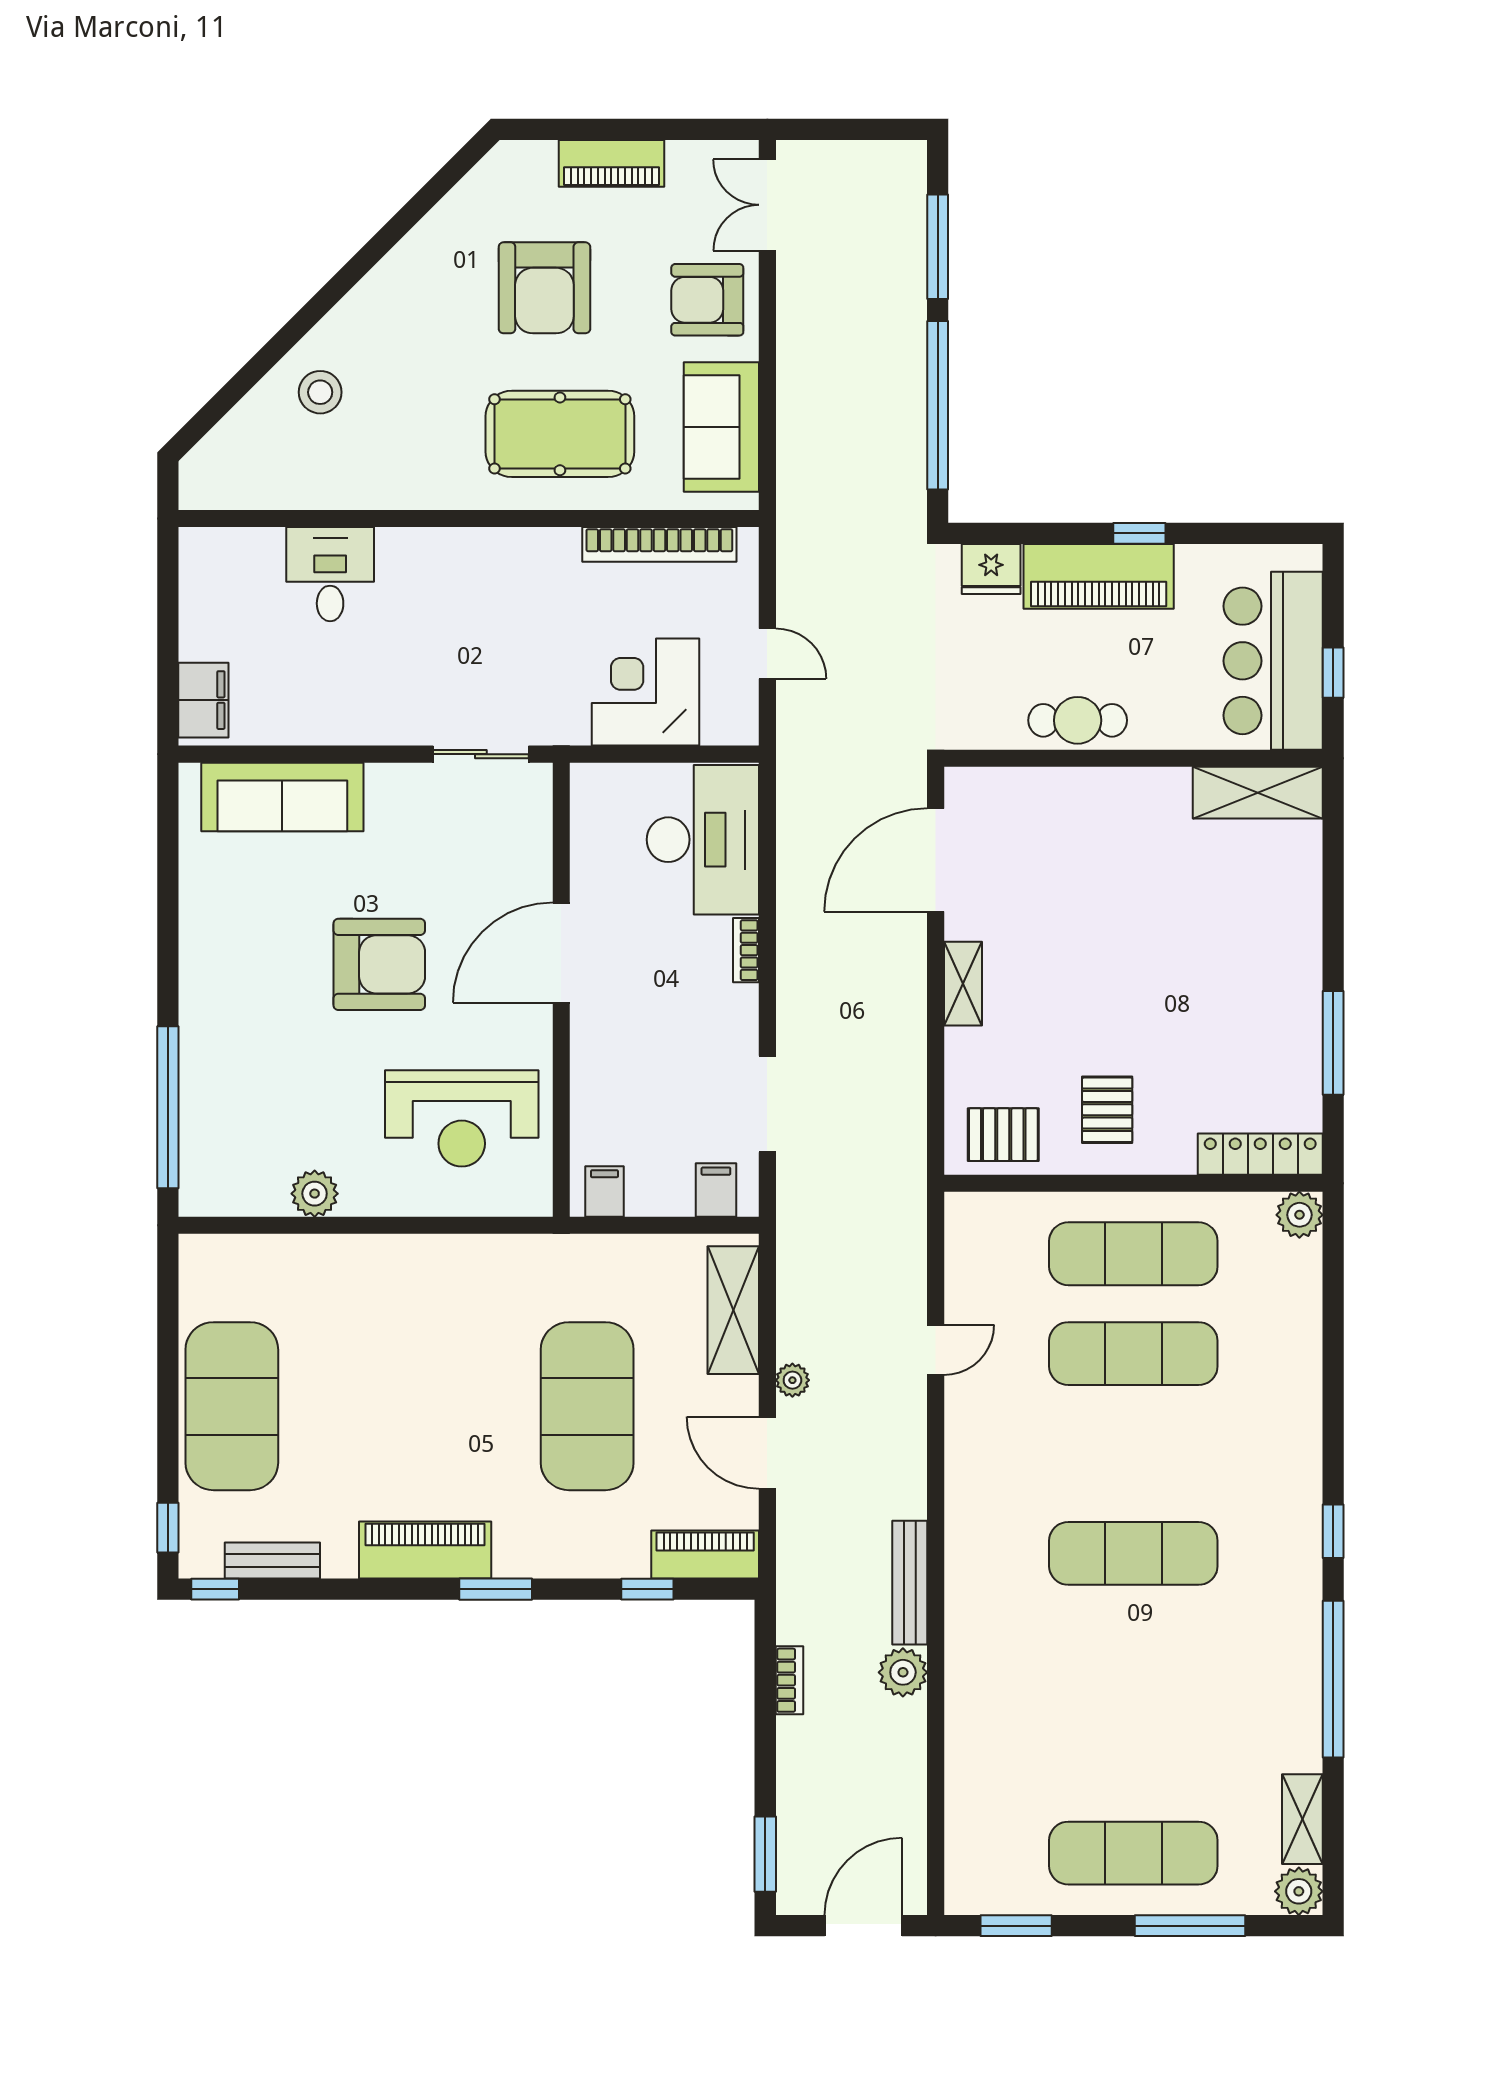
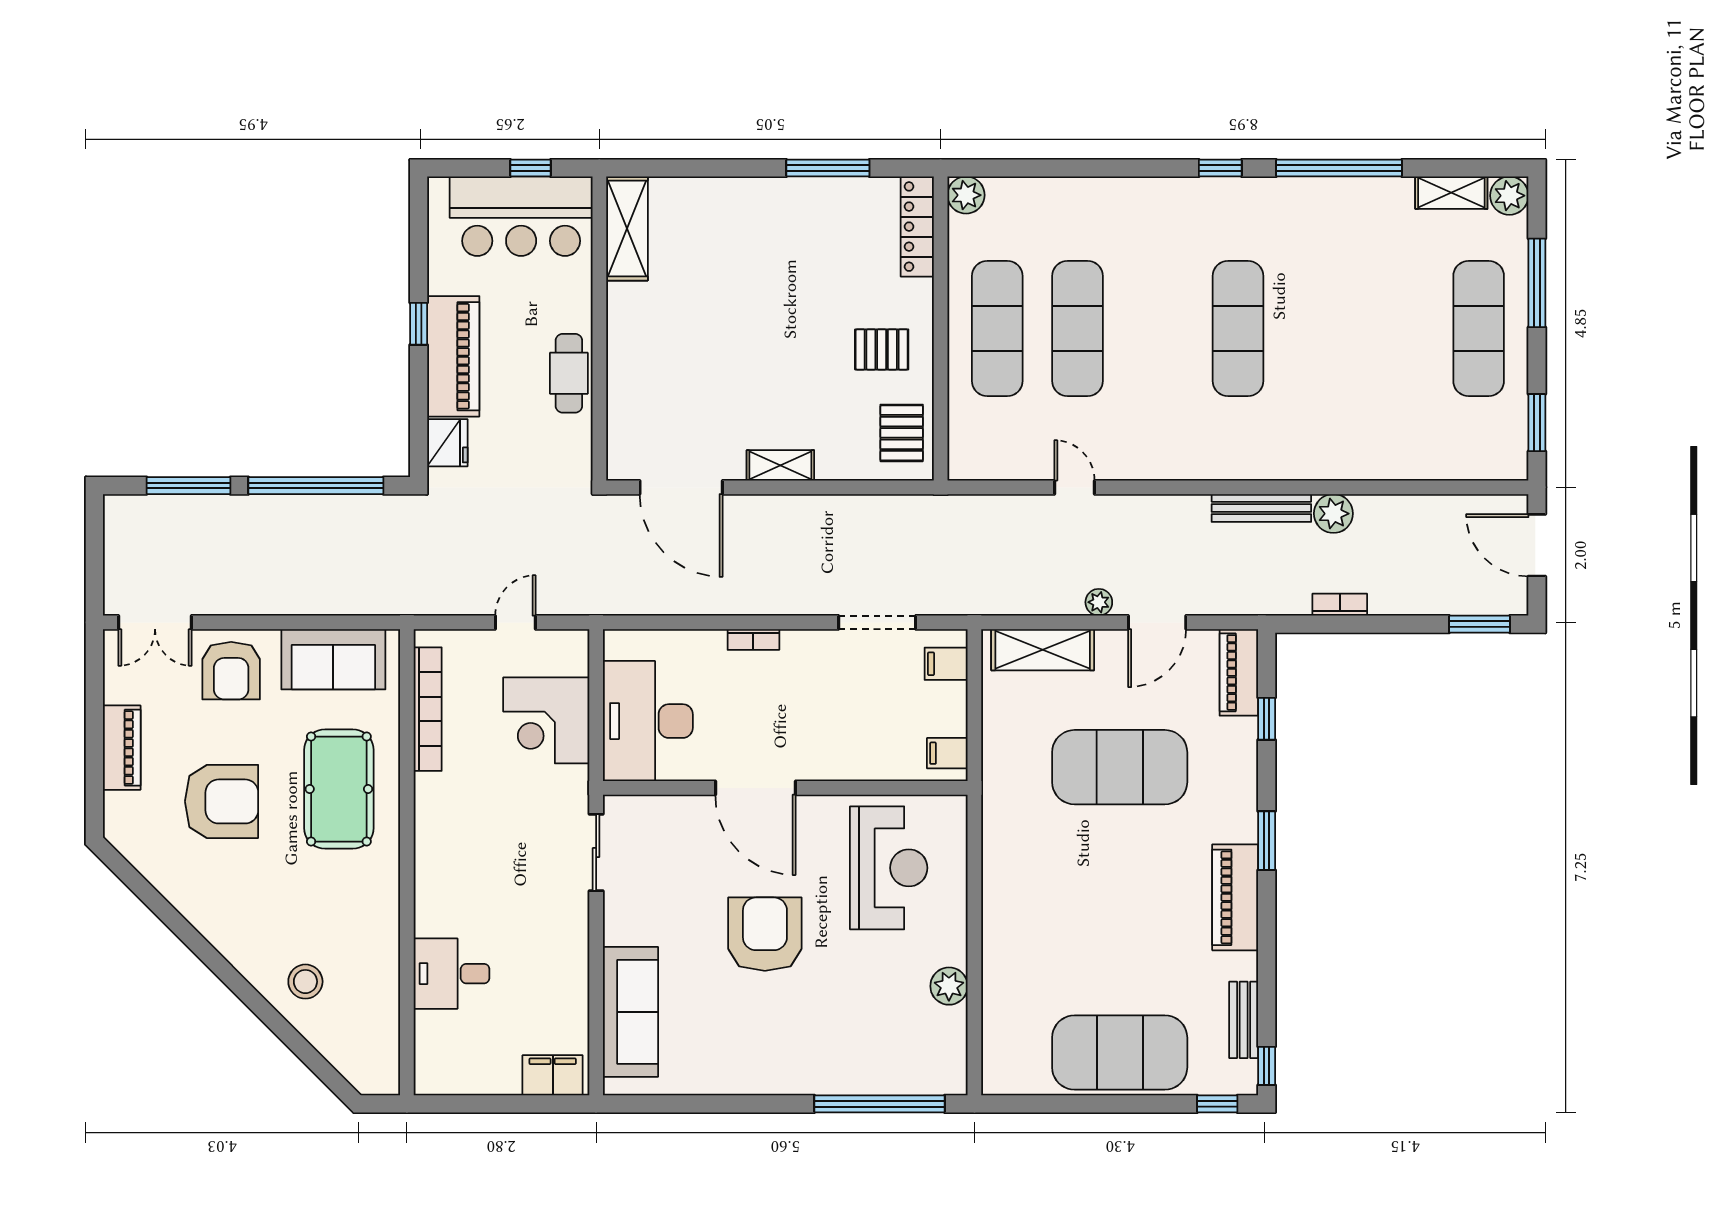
desk: (703, 840) -> (648, 721), moved, turned -90

